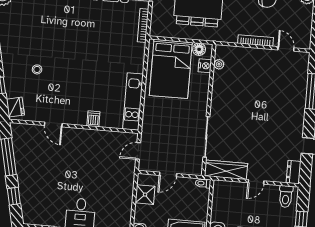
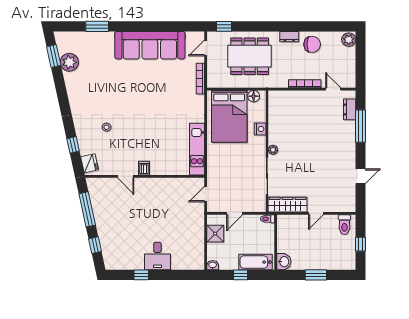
plant: (219, 64) -> (273, 150), moved
nightstand: (205, 66) -> (260, 129), moved
dishwasher: (93, 119) -> (144, 168), moved
dresser: (294, 172) -> (350, 109), moved

